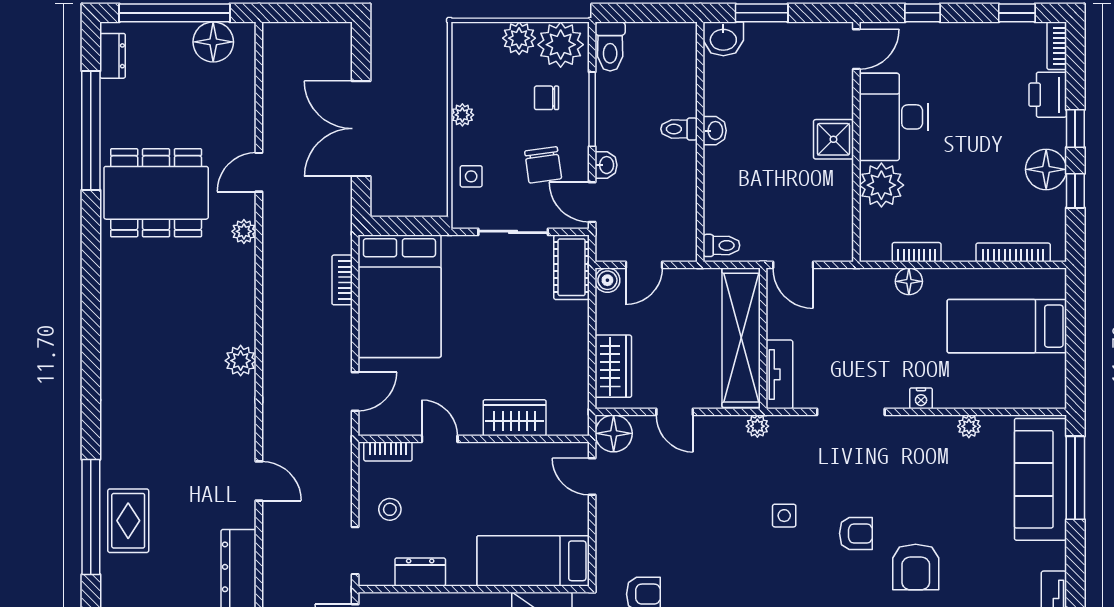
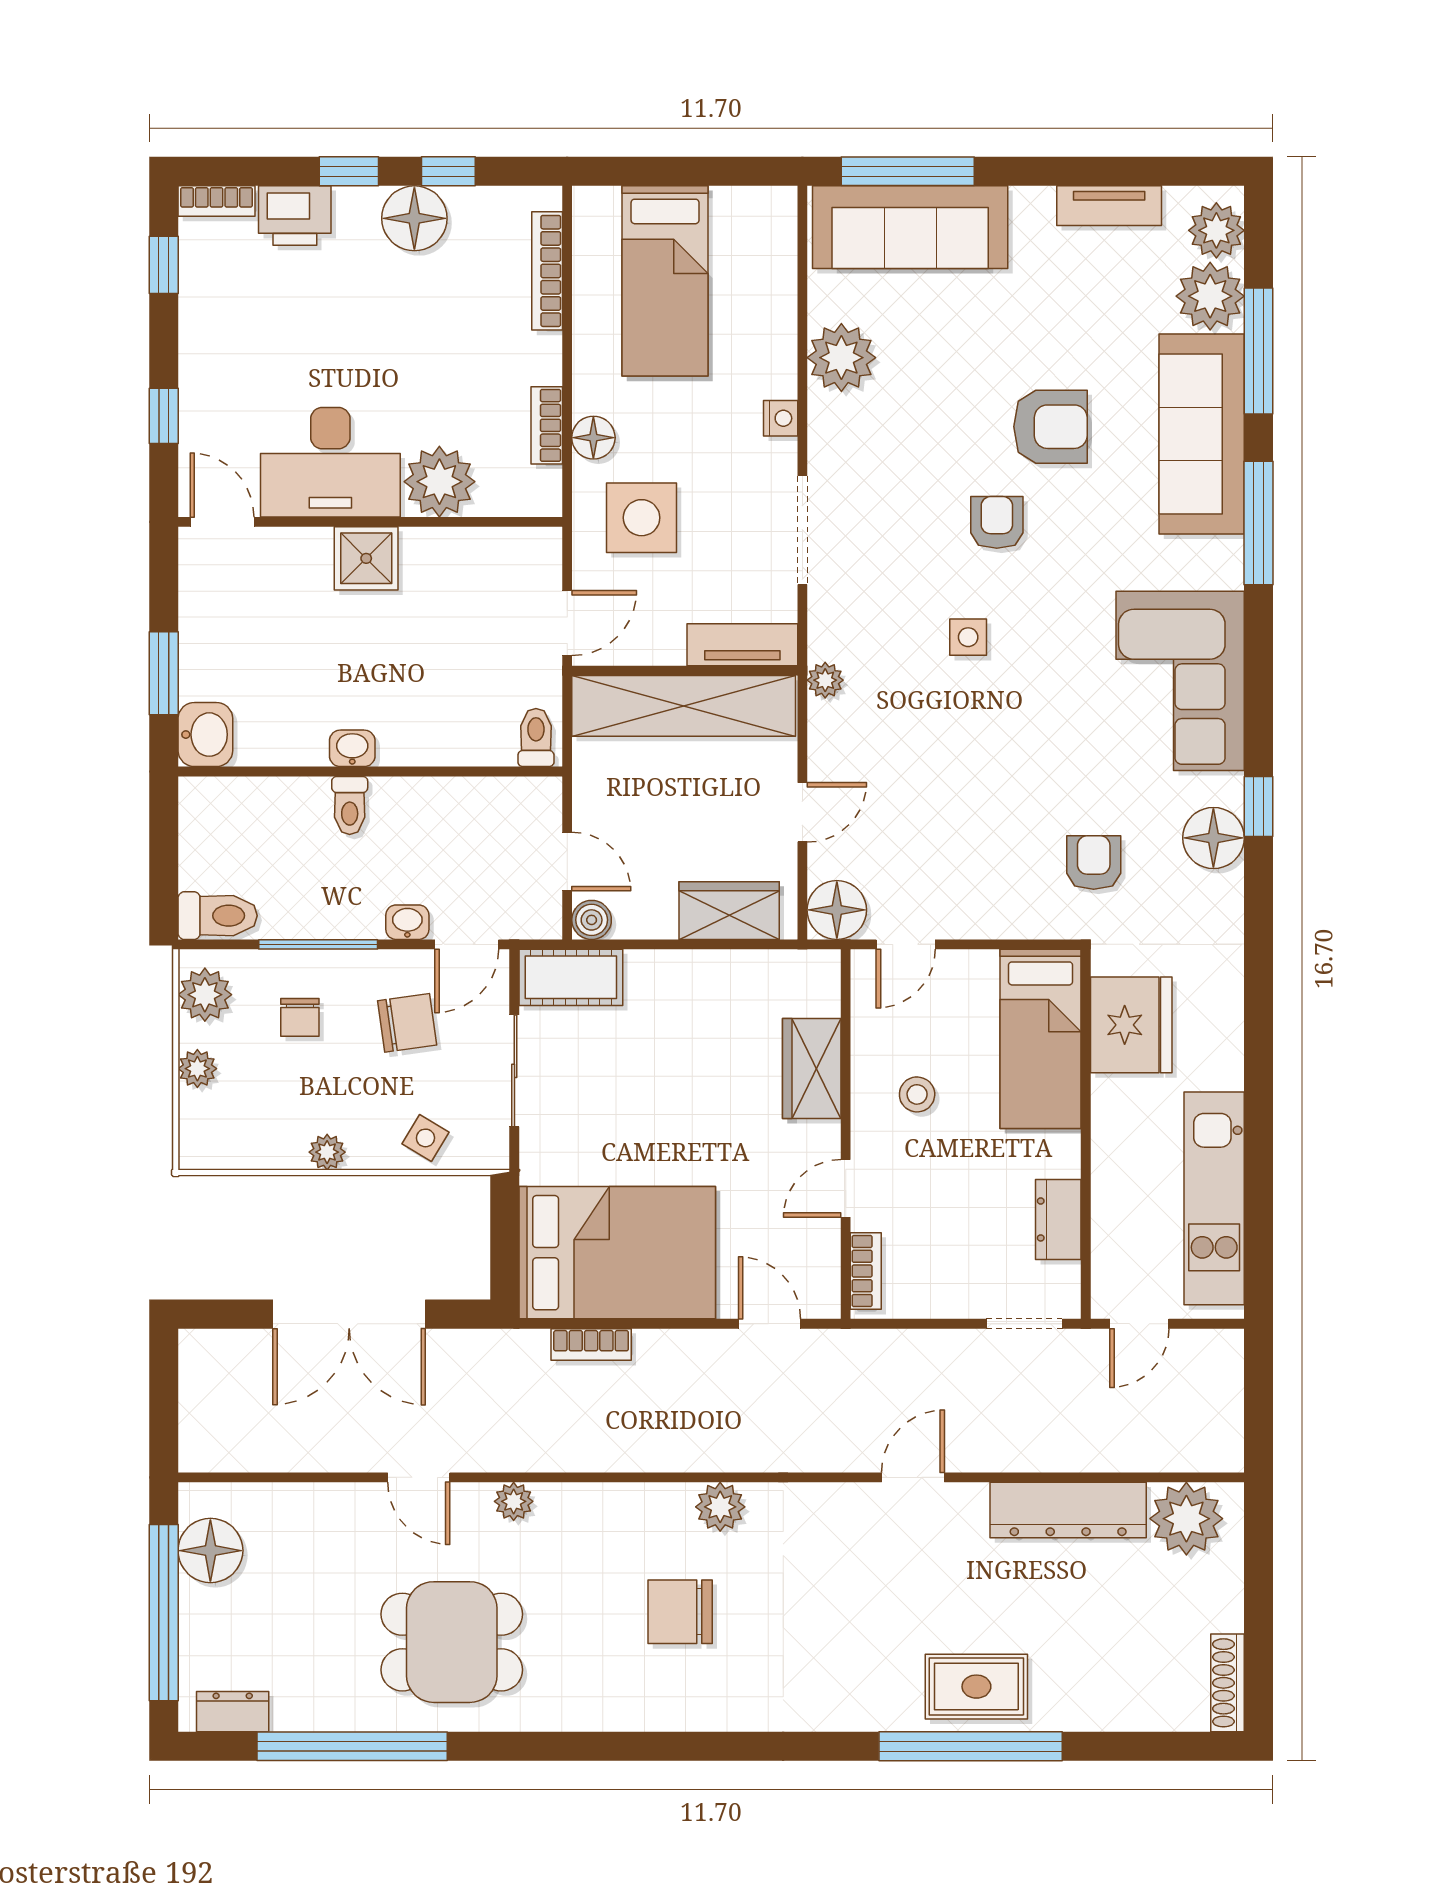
plant: (519, 38) -> (197, 1069), width x0.73, depth x0.73
plant: (561, 45) -> (205, 995), width x0.73, depth x0.73
side table: (471, 176) -> (425, 1138), turned 31
dining table: (156, 193) -> (452, 1642), width x0.73
side table: (859, 311) -> (642, 518), added
chair: (175, 335) -> (680, 1612), added
plant: (969, 426) -> (841, 358), width x1.88, depth x1.88
stool: (390, 509) -> (917, 1094), moved

